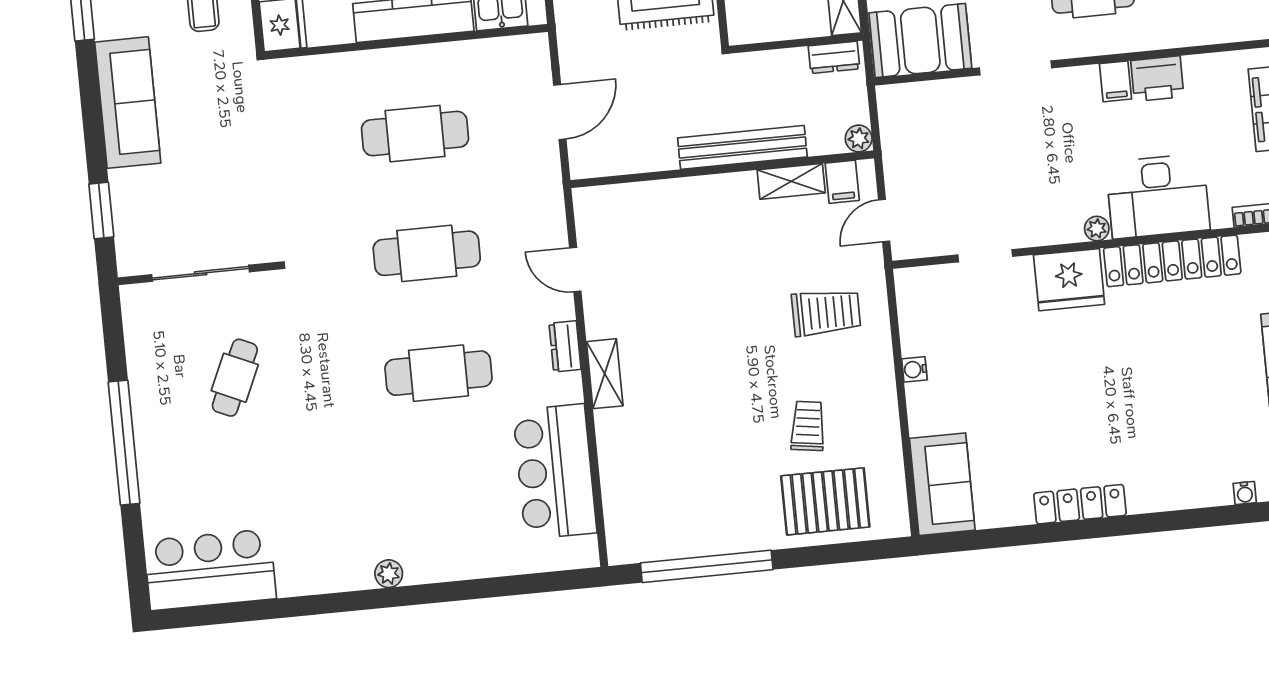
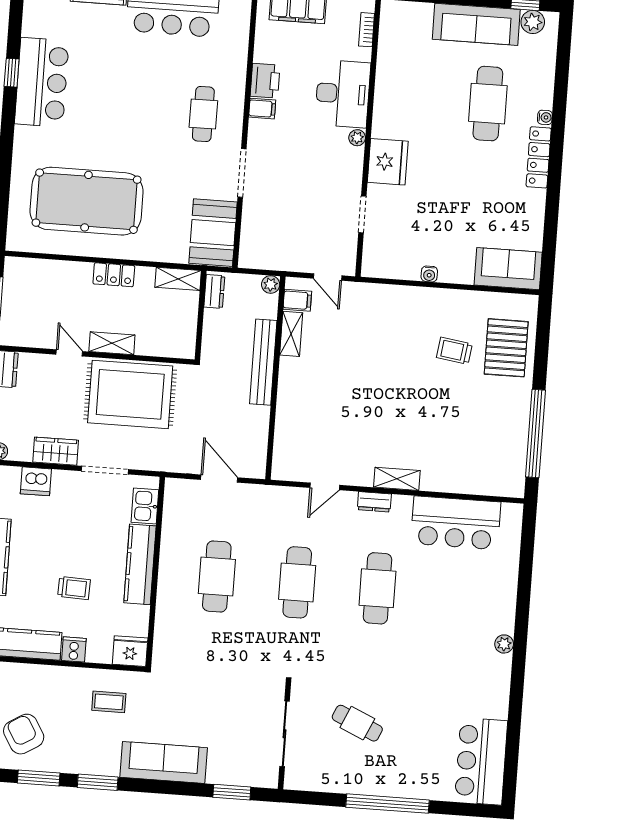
locker: (1172, 261) -> (387, 92), removed
trolley: (826, 312) -> (382, 326), removed
cafe table: (1180, 412) -> (488, 104), added
water cooler: (1245, 493) -> (545, 117), moved
locker: (1080, 504) -> (539, 157), moved

